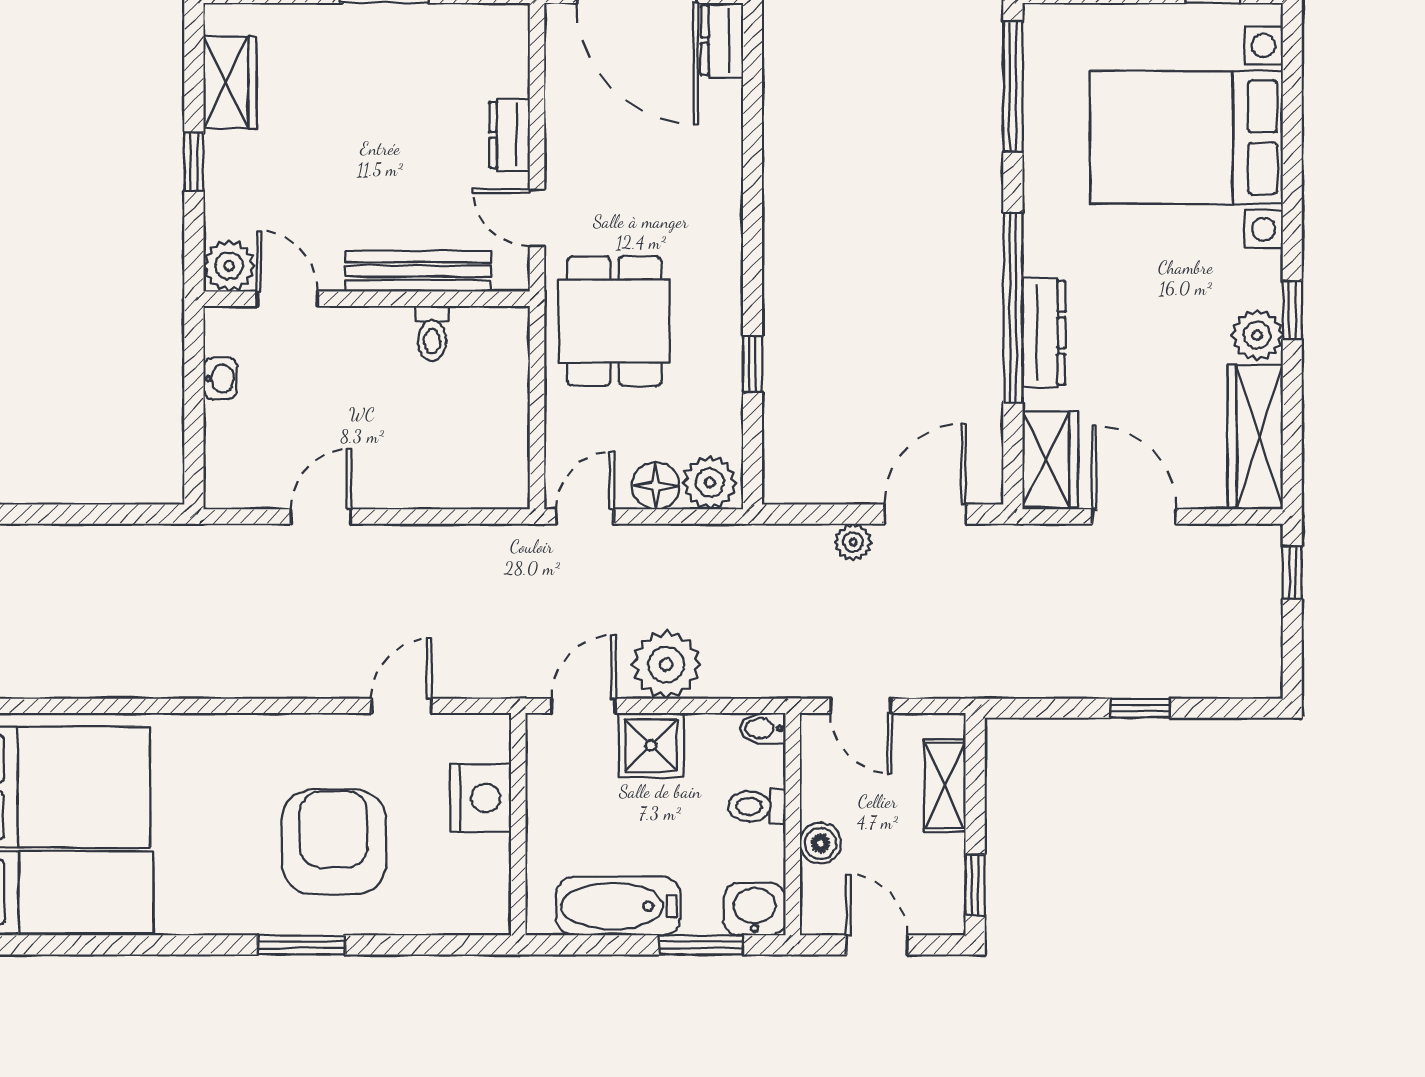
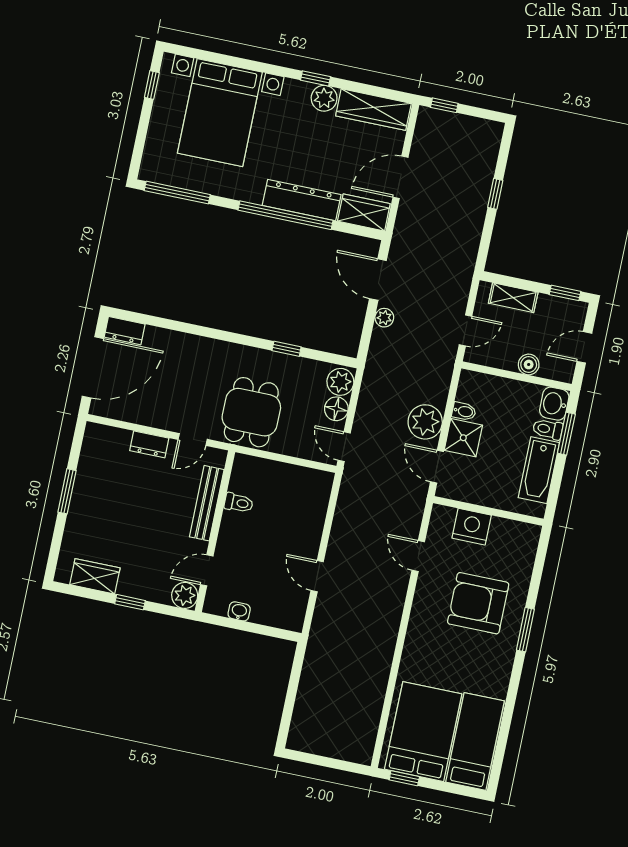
dining table: (614, 321) -> (251, 412), turned 90
dresser: (1044, 333) -> (302, 200), width x1.37, depth x1.24
bidet: (763, 728) -> (464, 411), moved, turned -90
toilet: (757, 806) -> (548, 429), moved, turned 90

